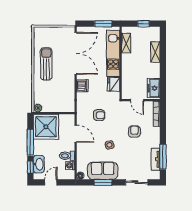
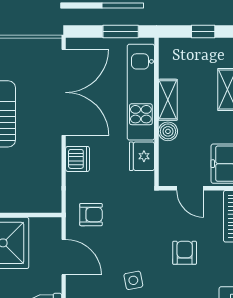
shelving: (126, 43) -> (168, 100), moved
boiler: (126, 72) -> (168, 131), added
armchair: (99, 115) -> (91, 215), moved

